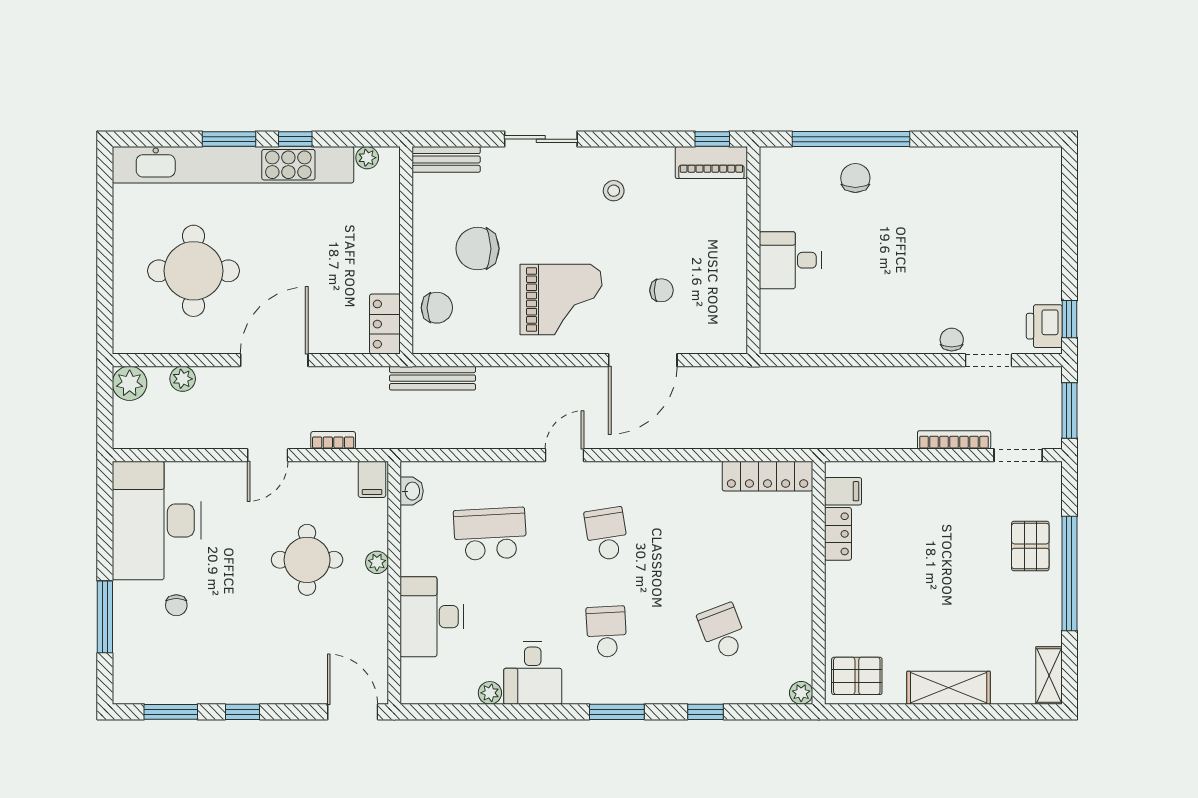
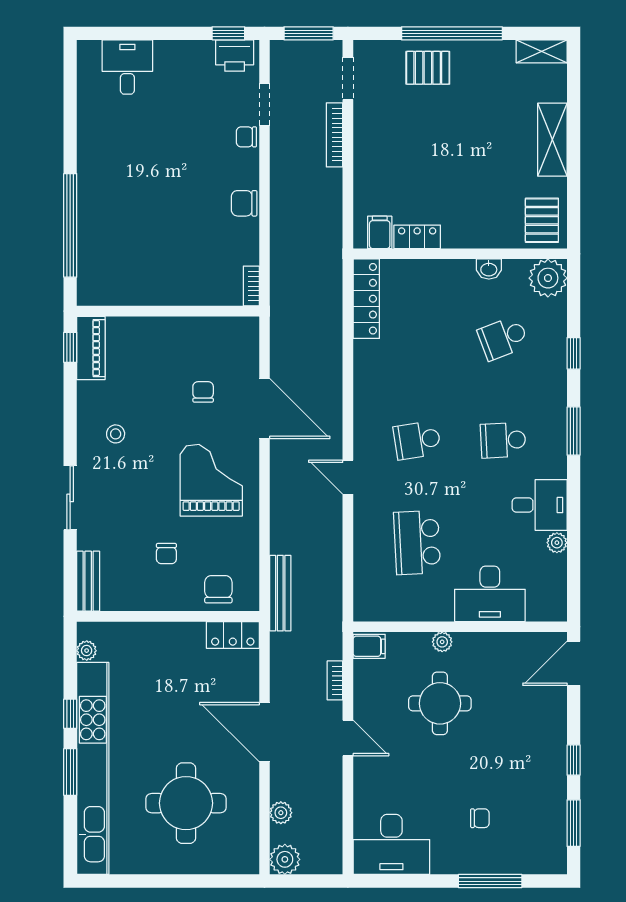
chair: (855, 178) -> (244, 203), moved
chair: (478, 249) -> (166, 554), width x0.54, depth x0.54
desk: (790, 260) -> (127, 67), moved, turned 180
bookcase: (782, 345) -> (251, 286), added
washbasin: (412, 491) -> (489, 269), moved, turned 180
desk: (157, 520) -> (391, 844), width x0.73, depth x0.77
plant: (801, 693) -> (548, 278), width x1.87, depth x1.87

